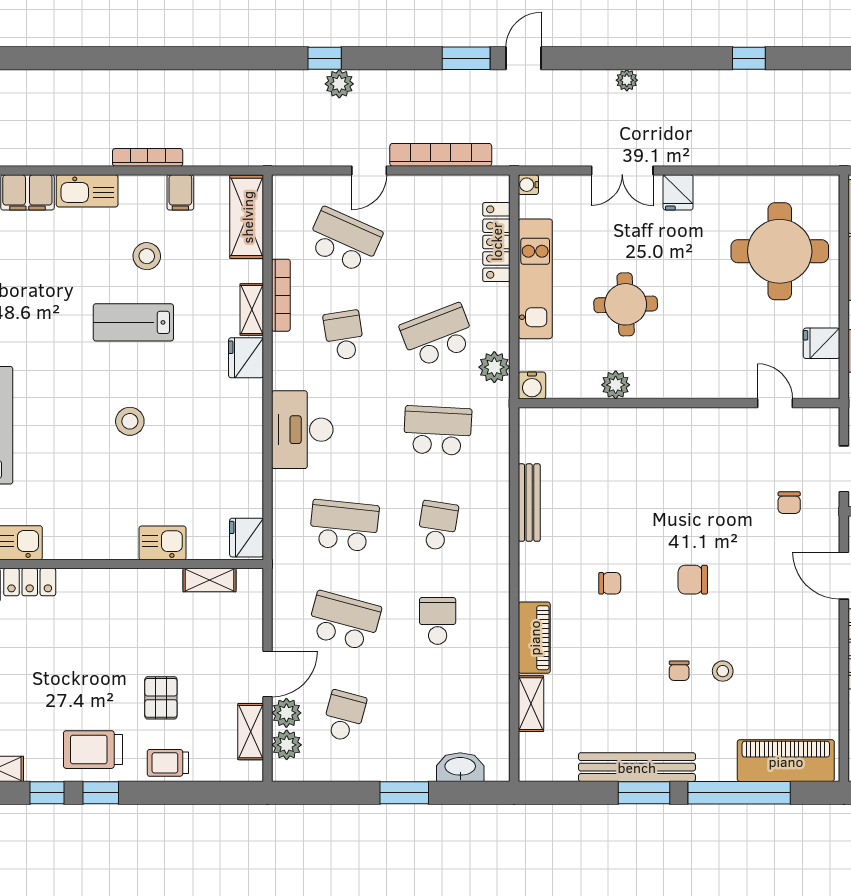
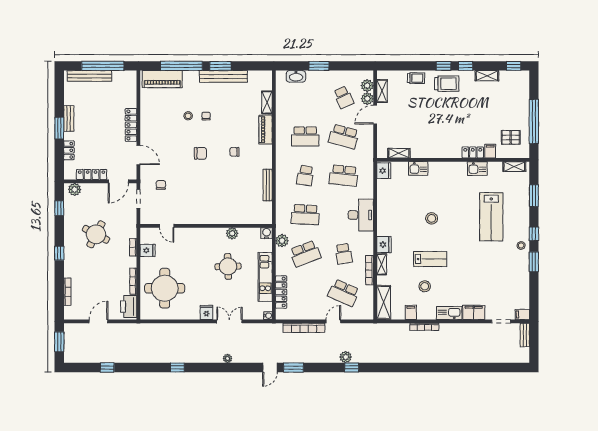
school desk: (438, 621) -> (305, 136), width x1.85
pallet: (161, 698) -> (419, 105), removed
school desk: (344, 716) -> (344, 97), turned -39

